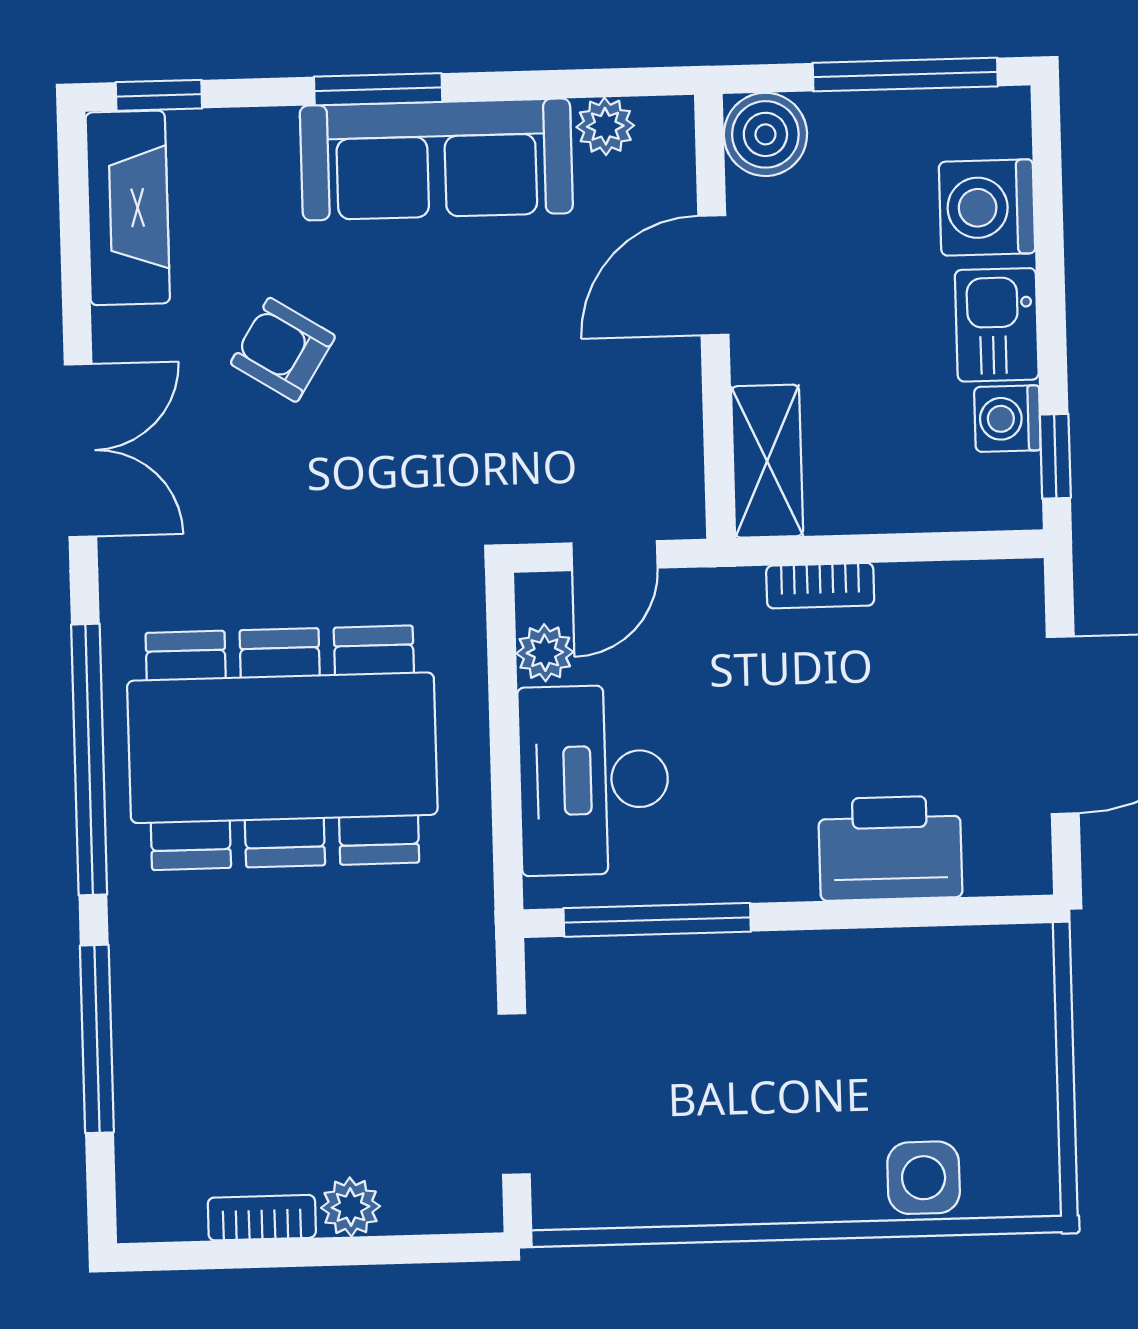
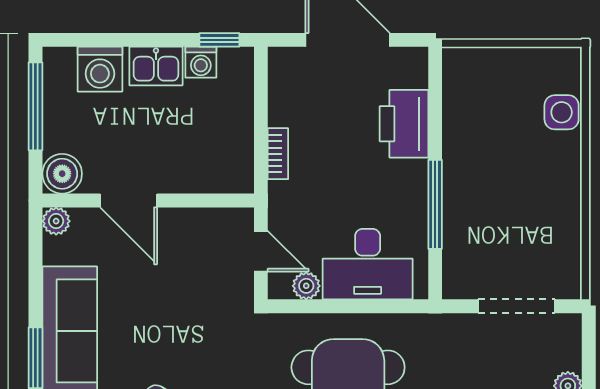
plant: (605, 126) -> (56, 221), moved
shelving: (767, 461) -> (218, 177), removed
window: (657, 920) -> (435, 204), moved

